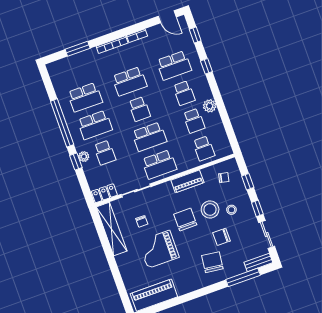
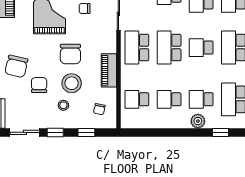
plant: (210, 106) -> (198, 121), moved
chair: (185, 220) -> (70, 54), turned 90
chair: (212, 262) -> (16, 66), turned 96

